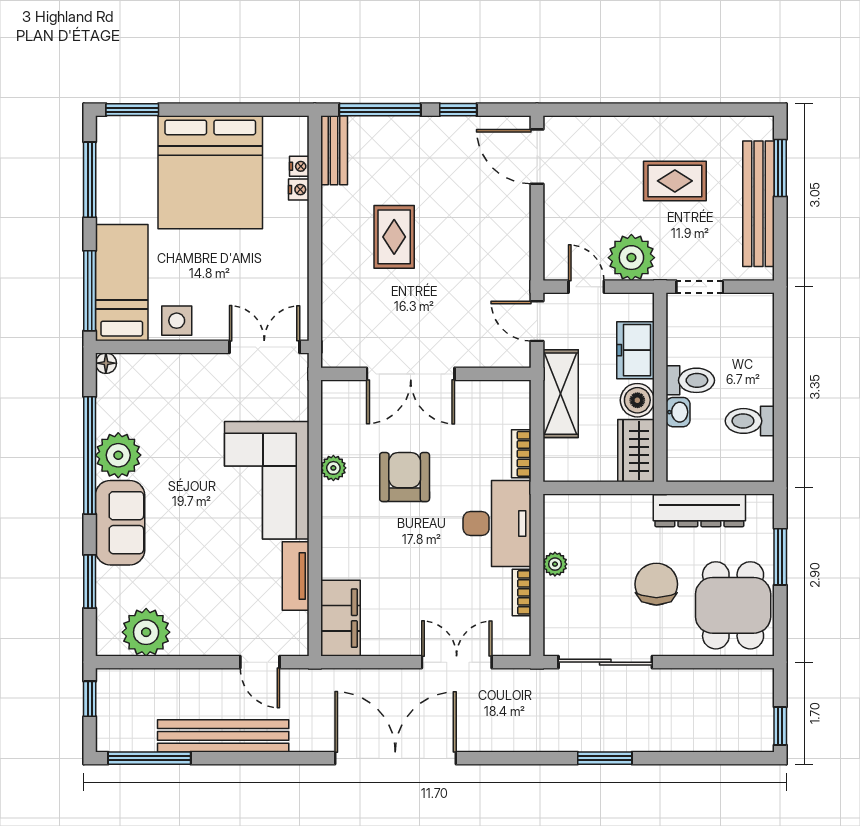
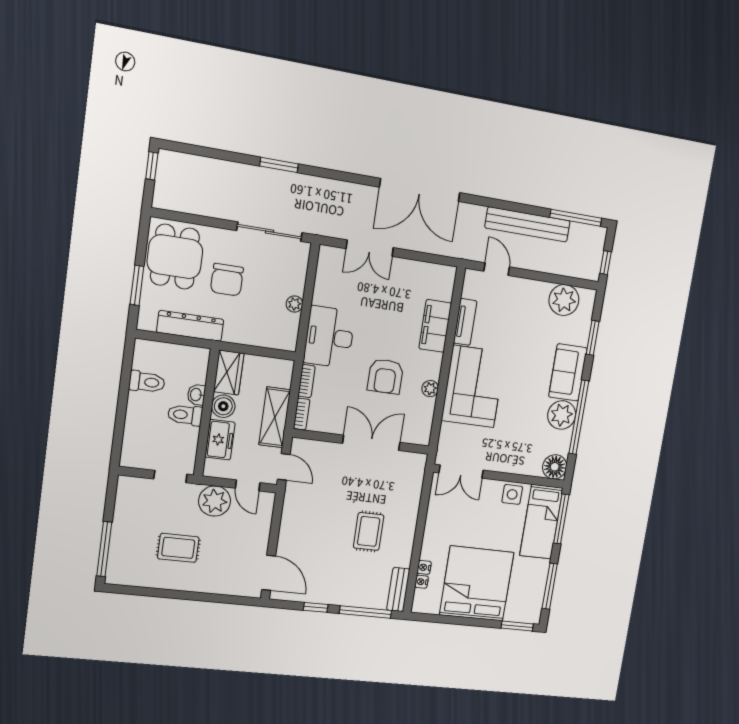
window: (780, 168) -> (104, 549), width x1.44
bench: (759, 204) -> (122, 527), removed
floor lamp: (106, 363) -> (555, 467), width x1.89, depth x1.89
bookcase: (522, 592) -> (302, 414), moved
filing cabinet: (340, 618) -> (435, 326), moved

